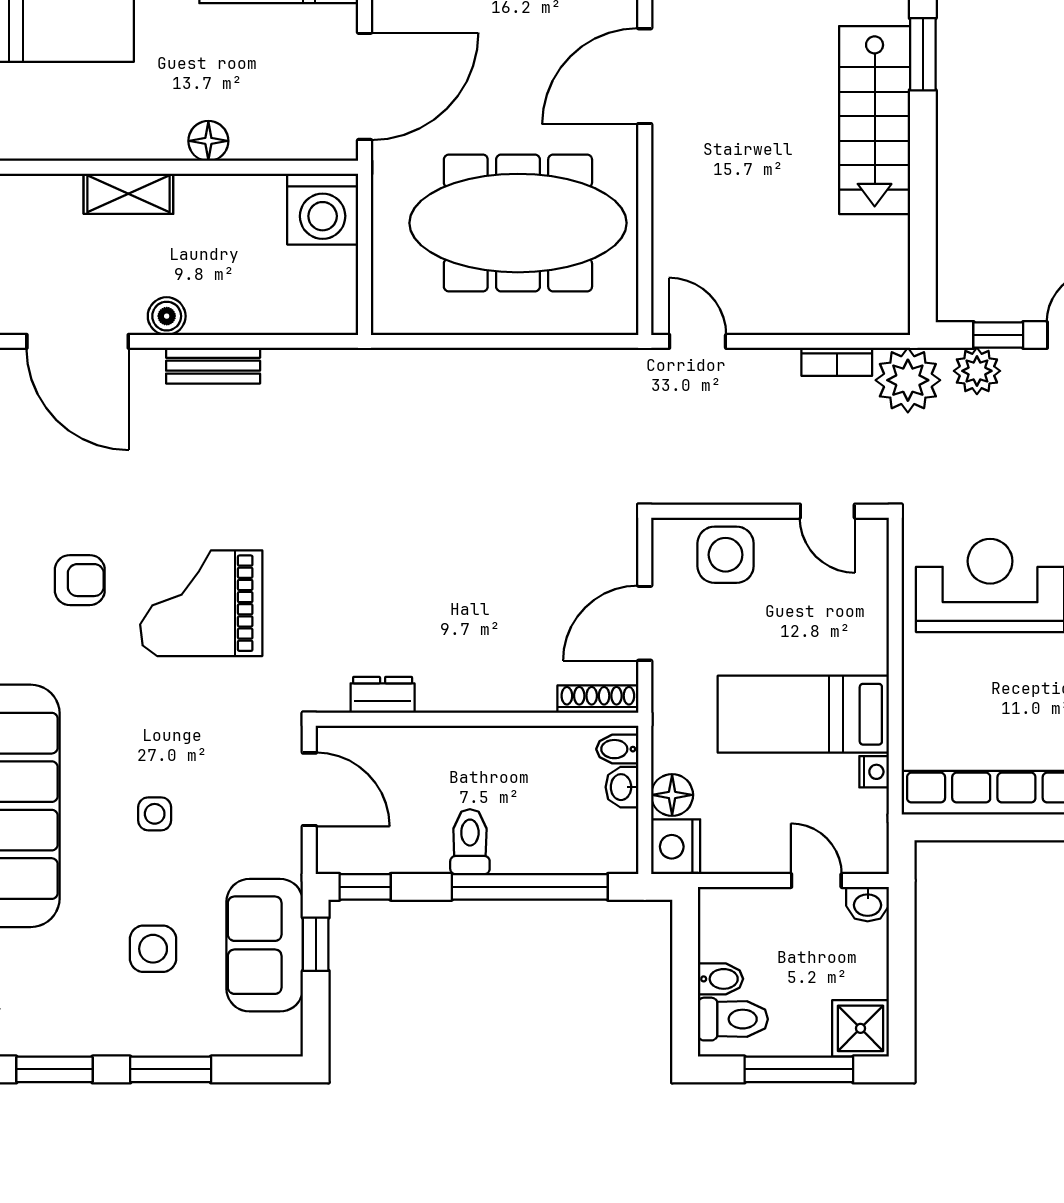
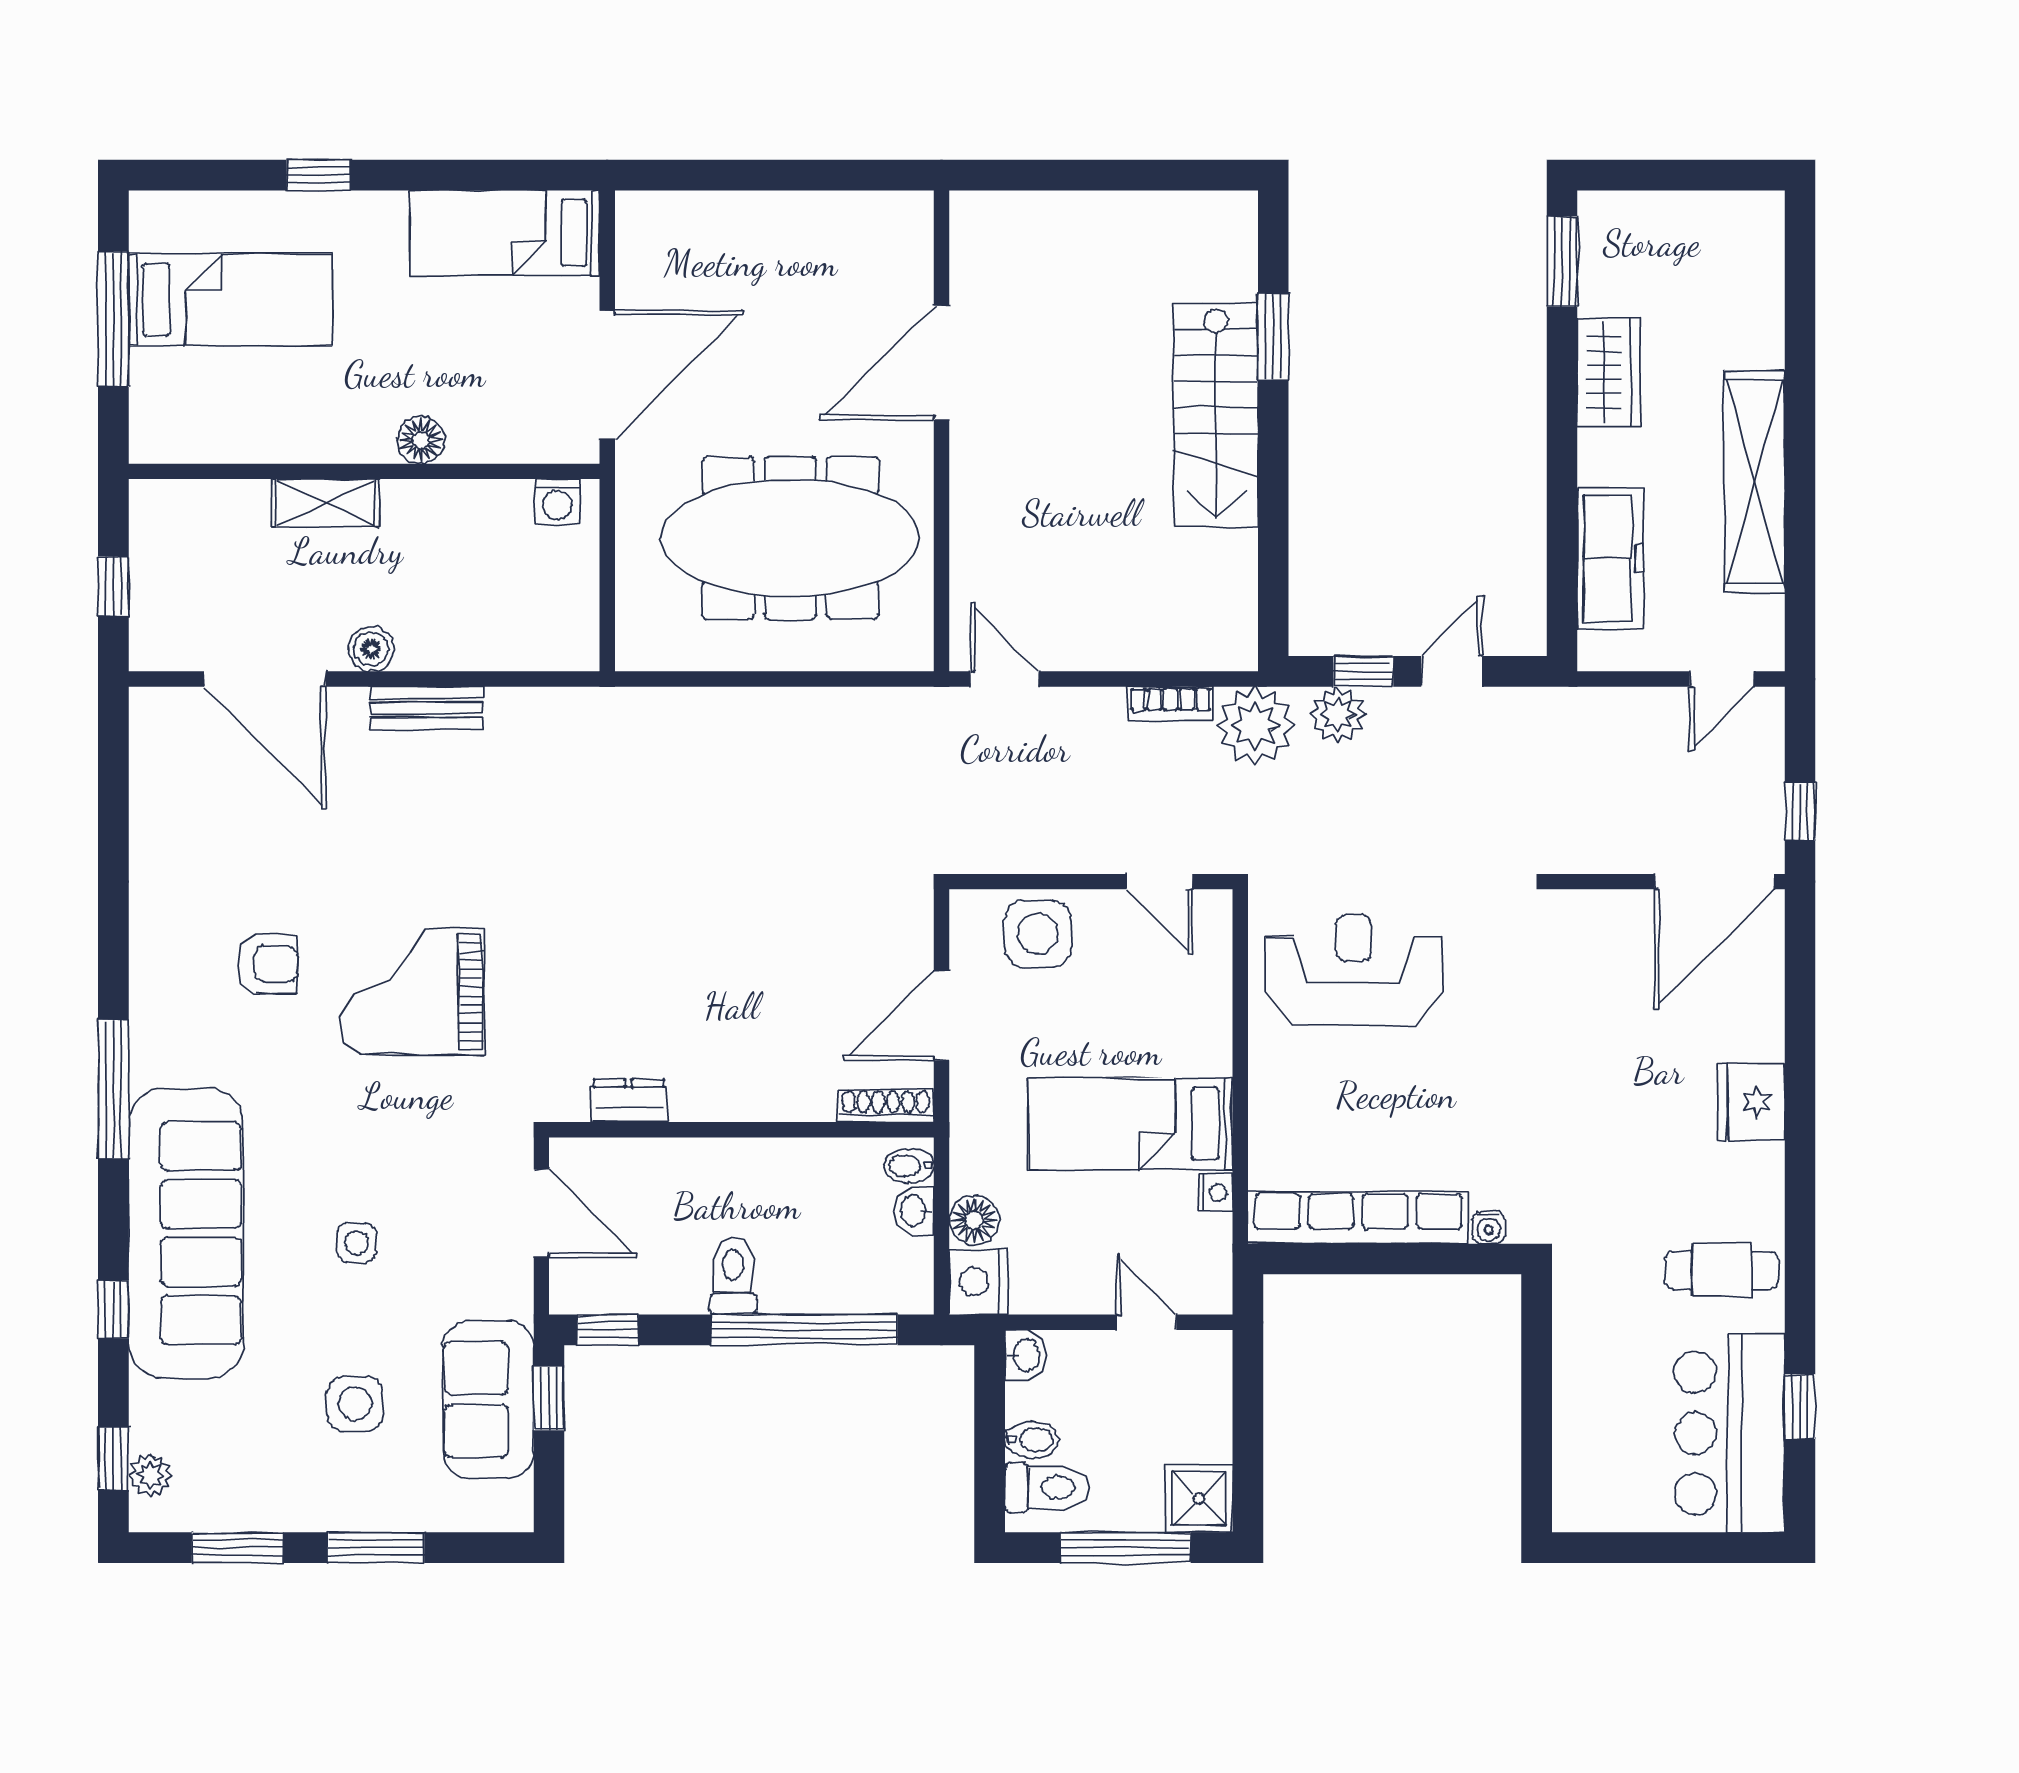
washing machine: (323, 209) -> (557, 501), width x0.53, depth x0.53
washbasin: (868, 904) -> (1025, 1355), moved, turned -90

